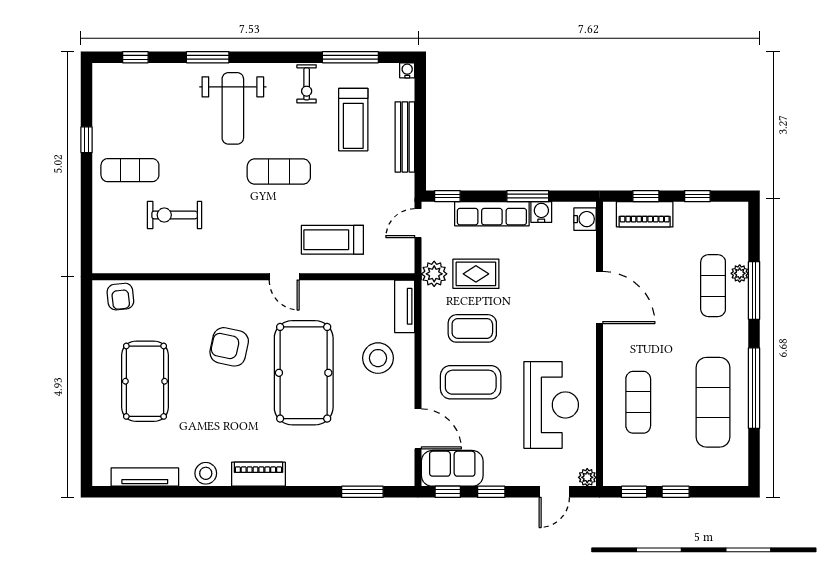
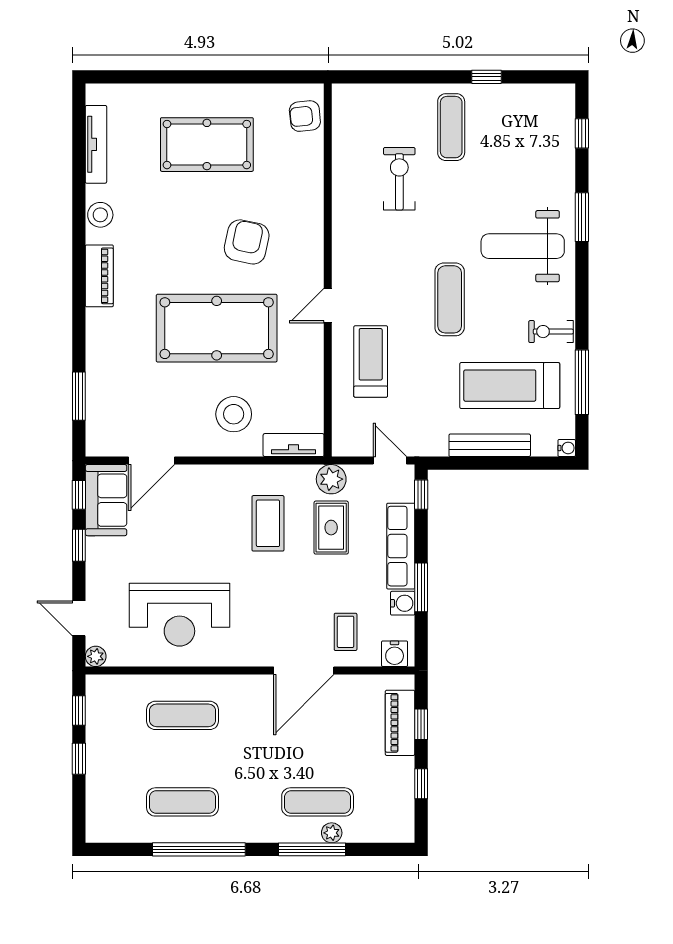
treadmill: (353, 120) -> (510, 386), width x1.37, depth x1.38
coffee table: (471, 382) -> (346, 632), moved, width x0.54, depth x0.58
exercise mat: (713, 402) -> (183, 802), width x0.73, depth x0.69

